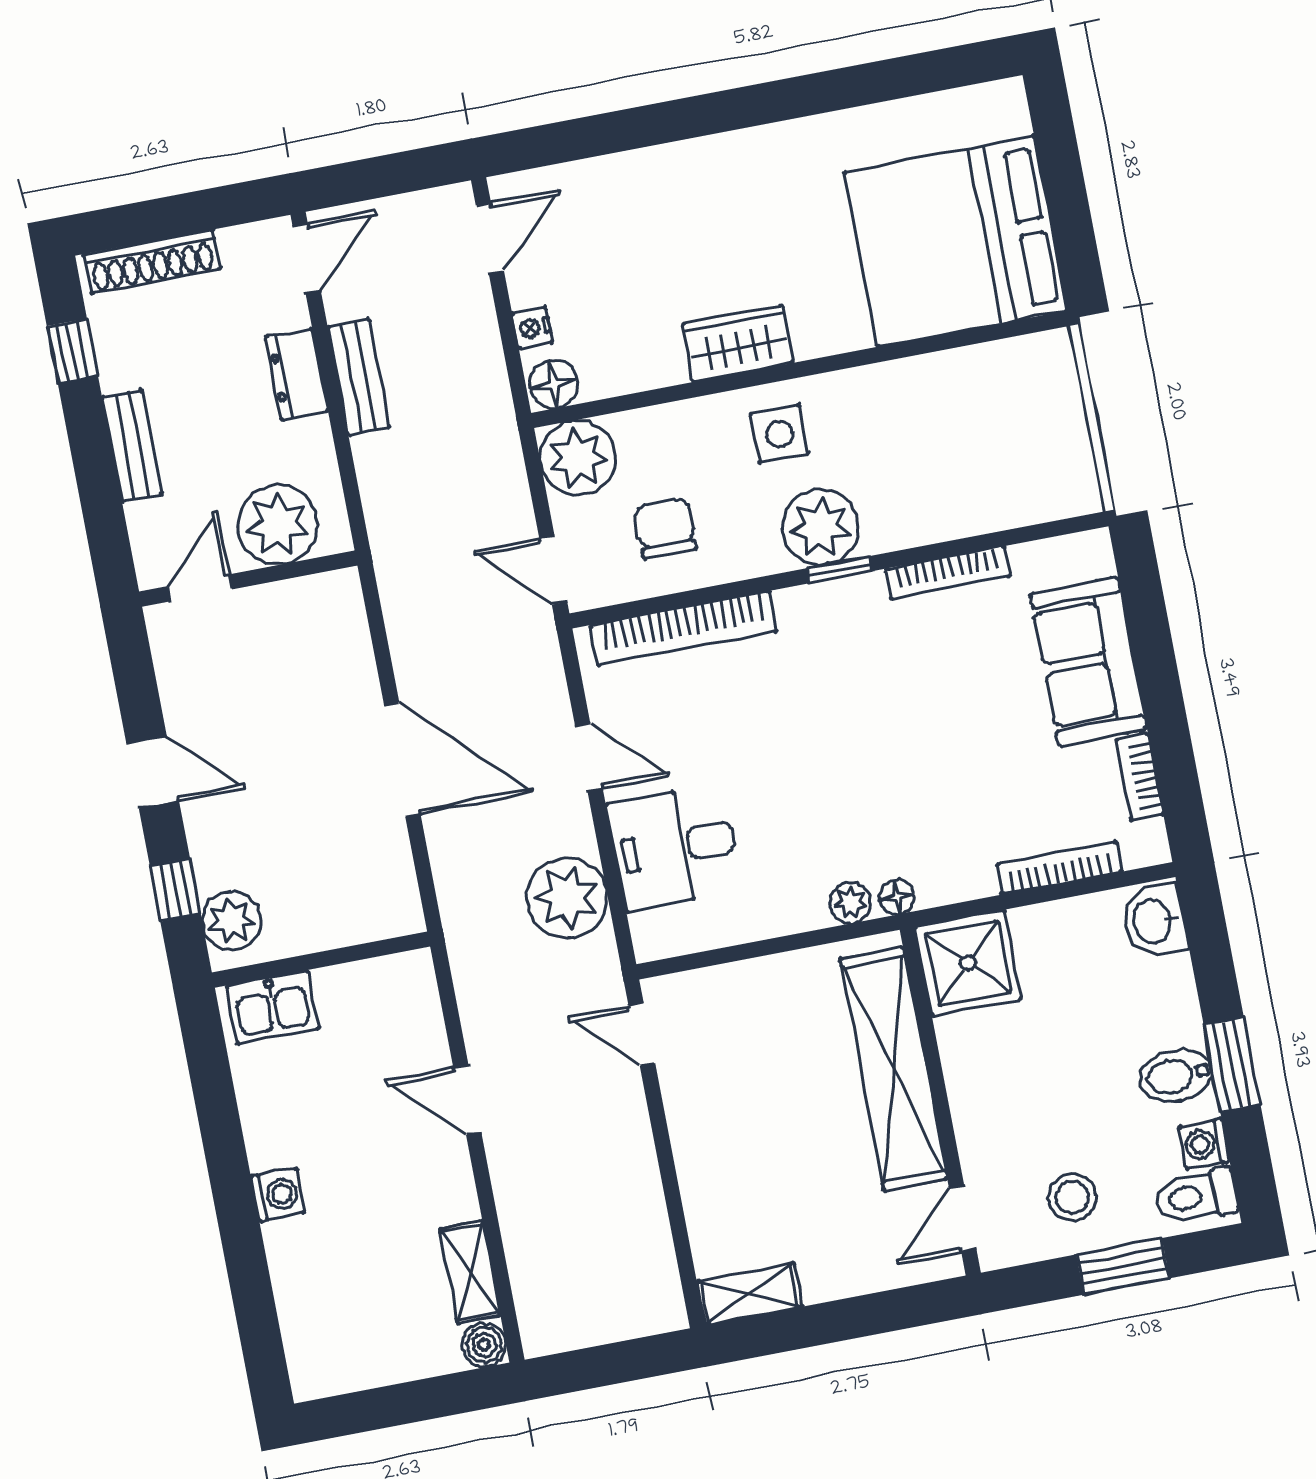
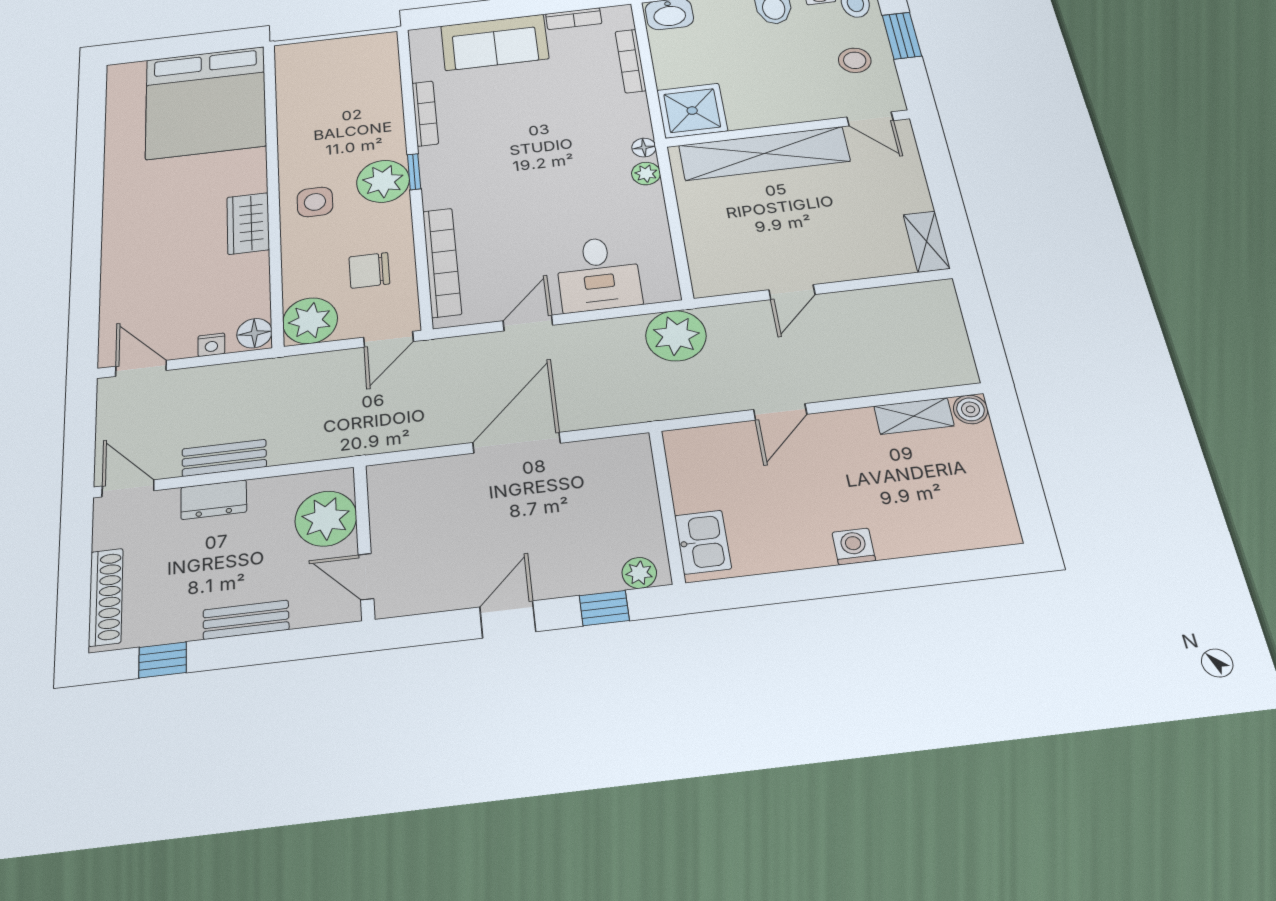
plant: (567, 898) -> (676, 336), moved
plant: (232, 921) -> (639, 573), width x0.73, depth x0.73
door: (642, 1034) -> (792, 292), moved

